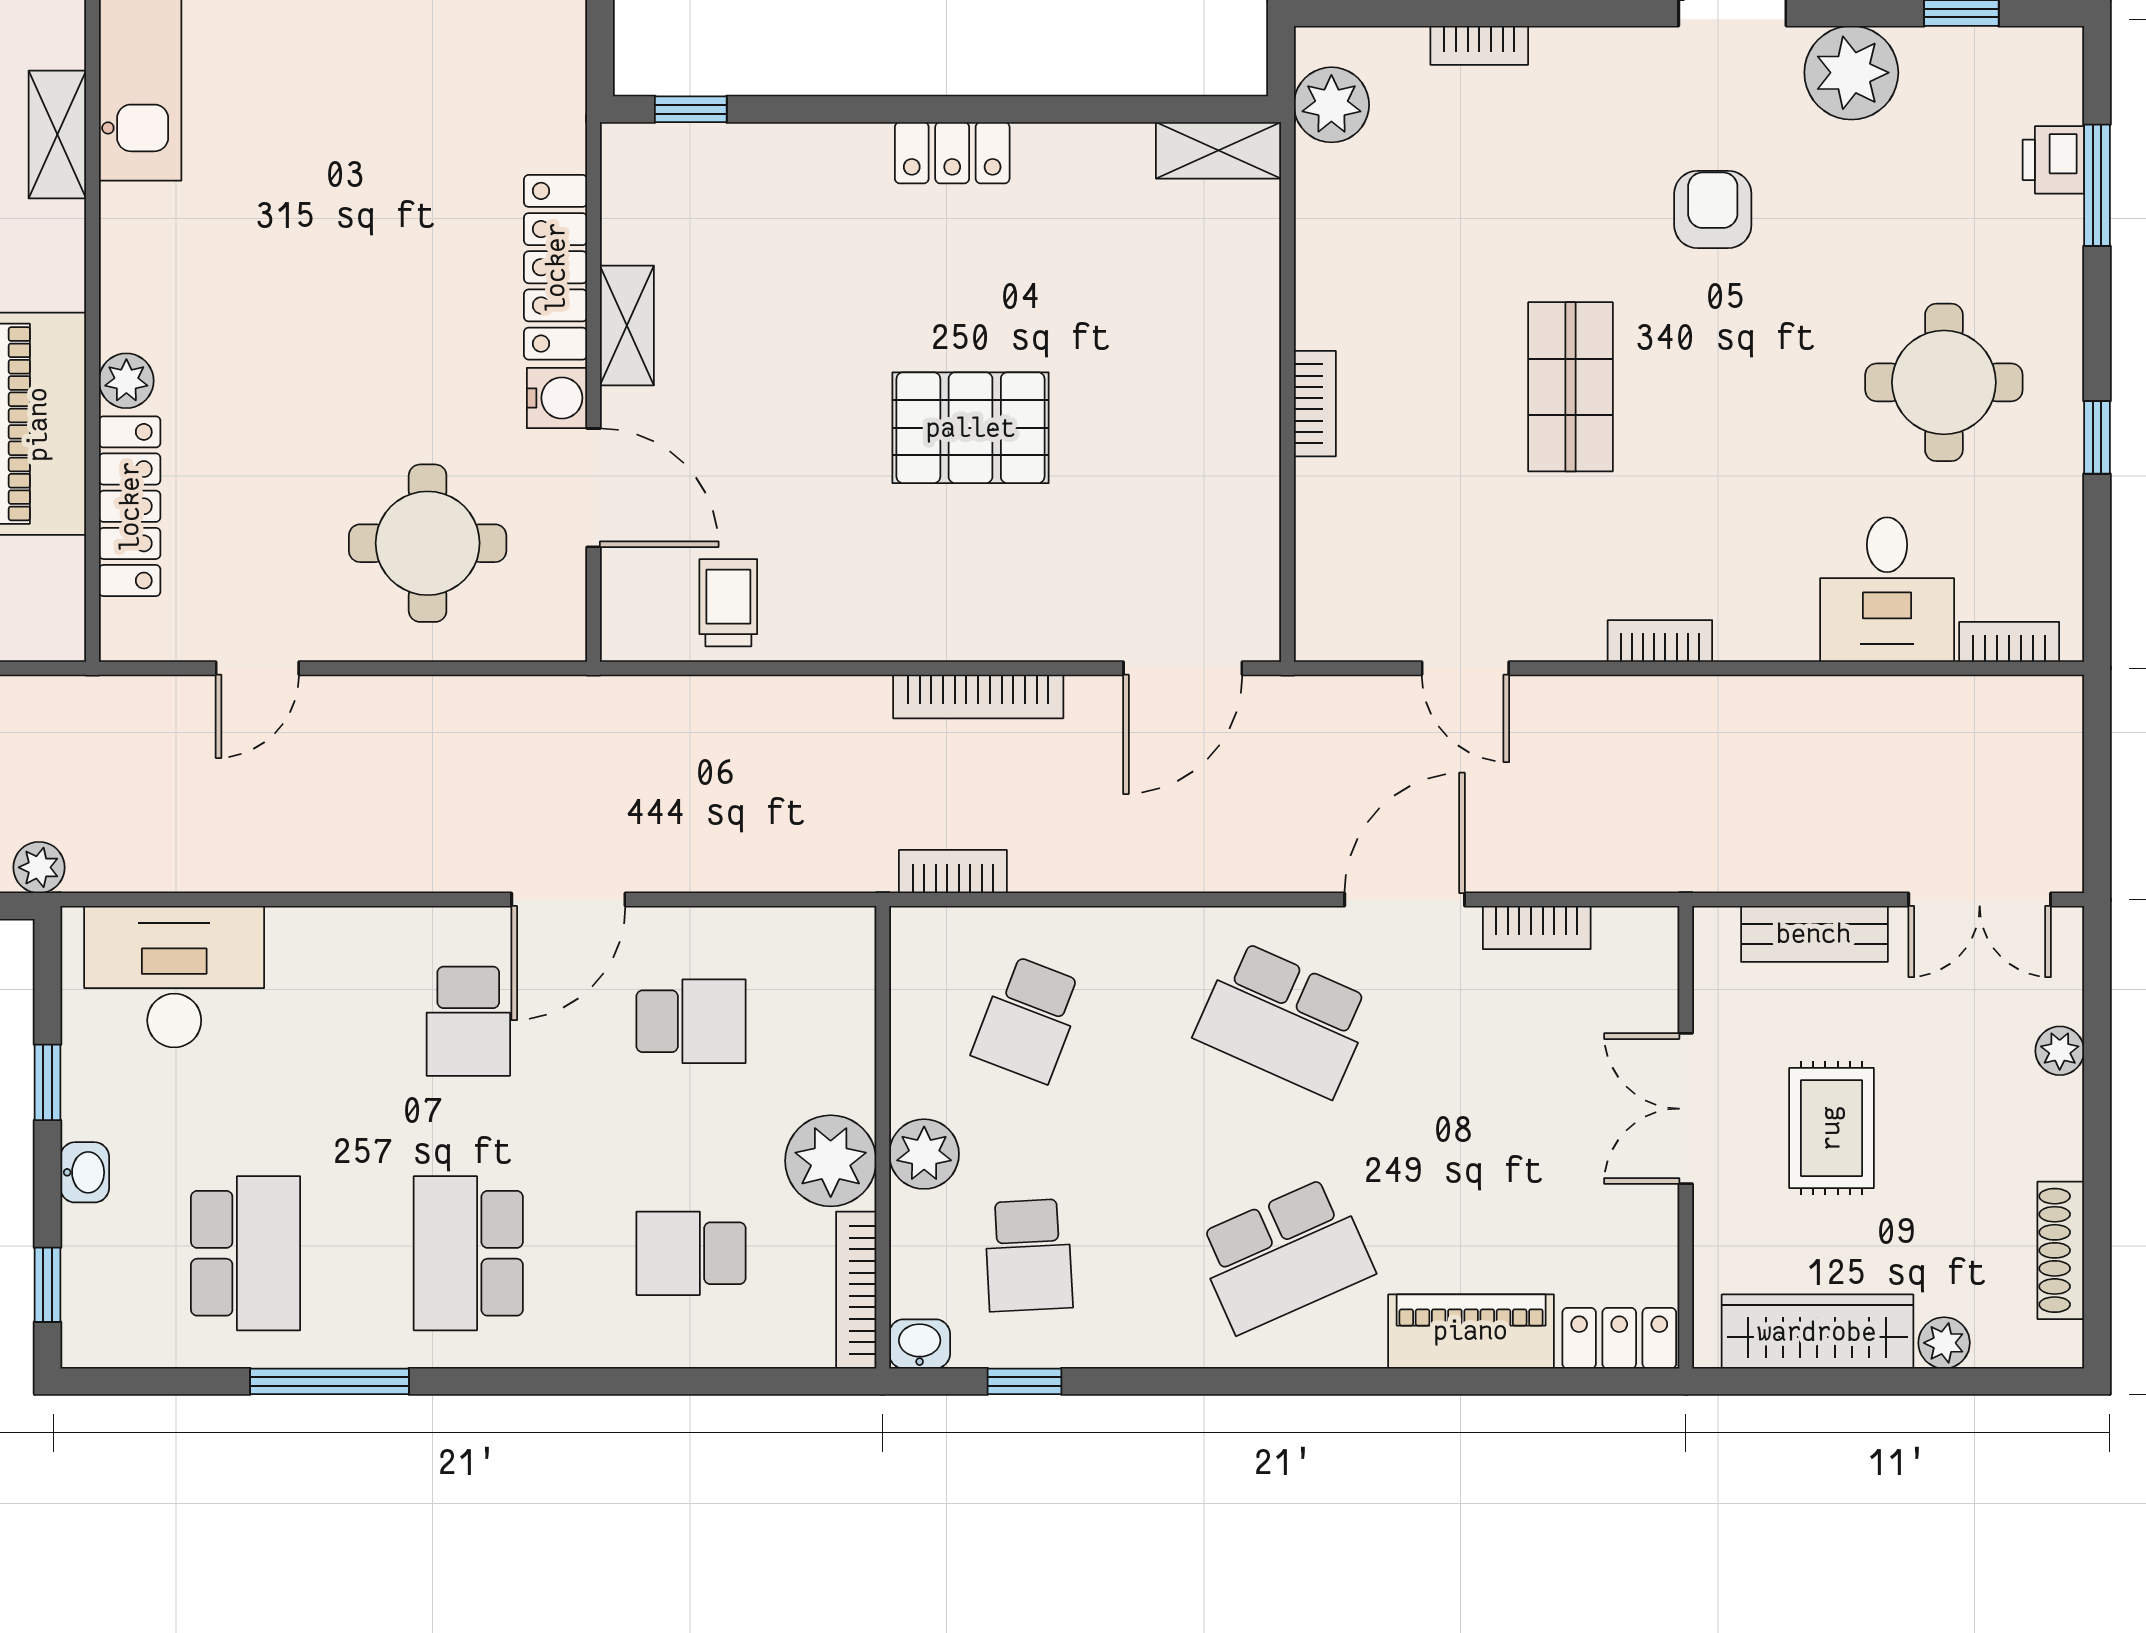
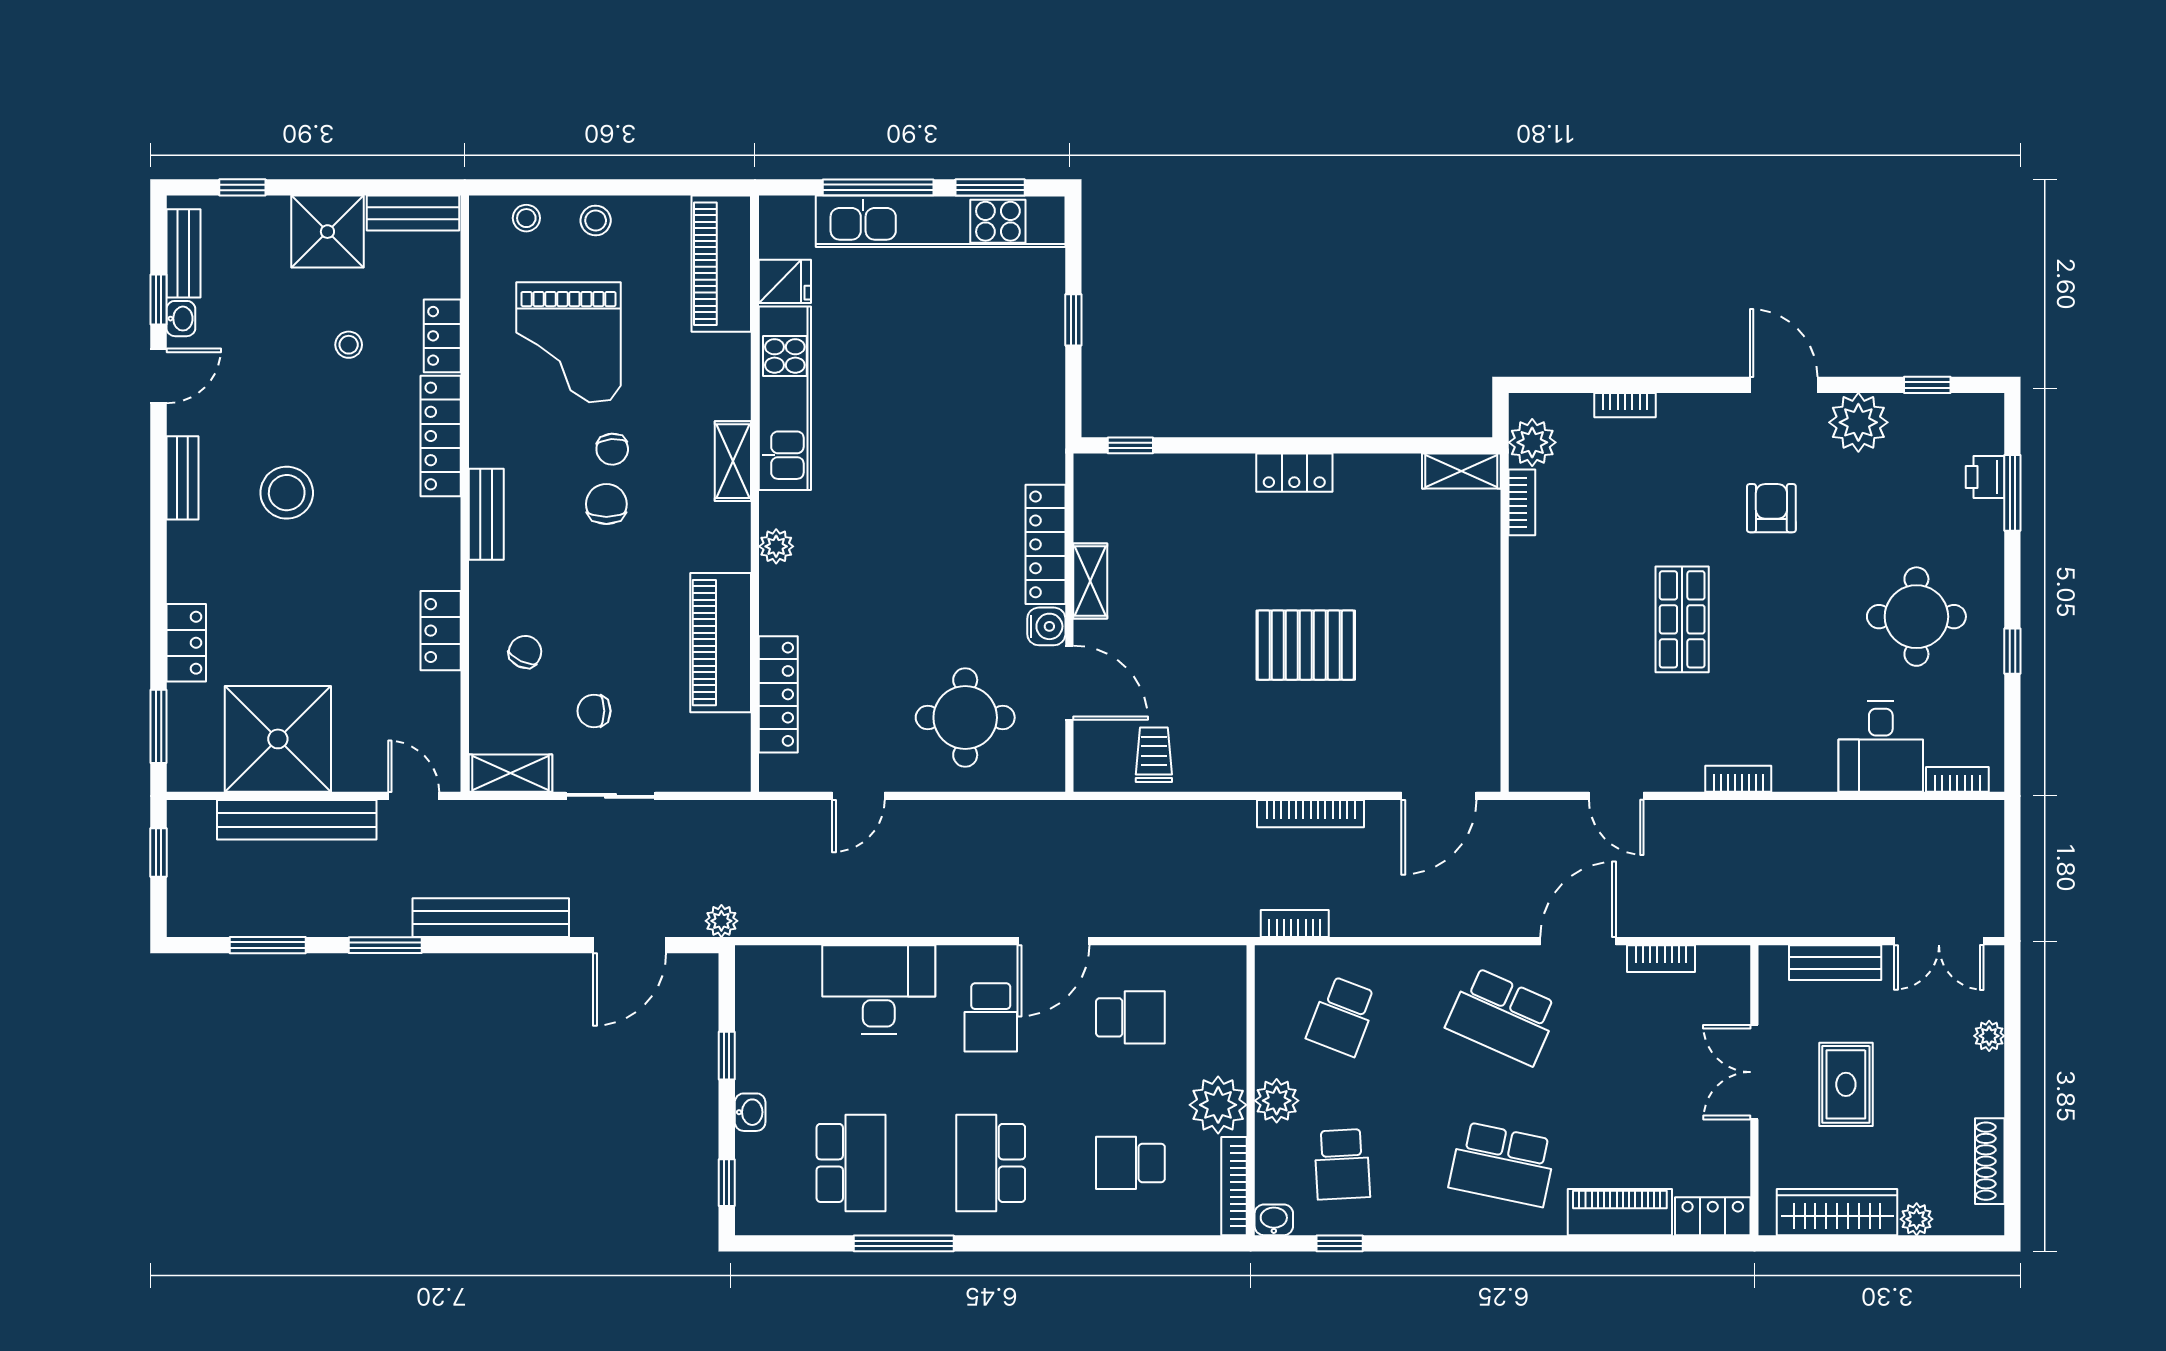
plant: (126, 381) -> (776, 546), moved
bookcase: (1315, 404) -> (1522, 502), moved
desk: (174, 977) -> (879, 989), moved
school desk: (1284, 1255) -> (1503, 1164), turned 36

